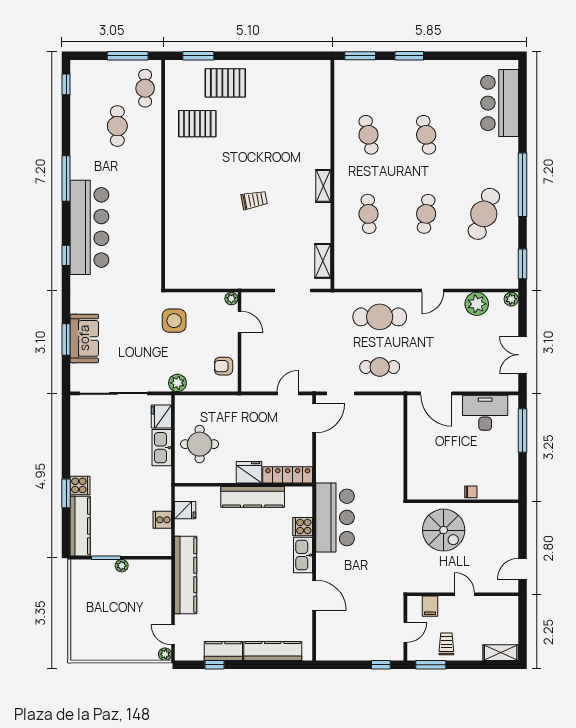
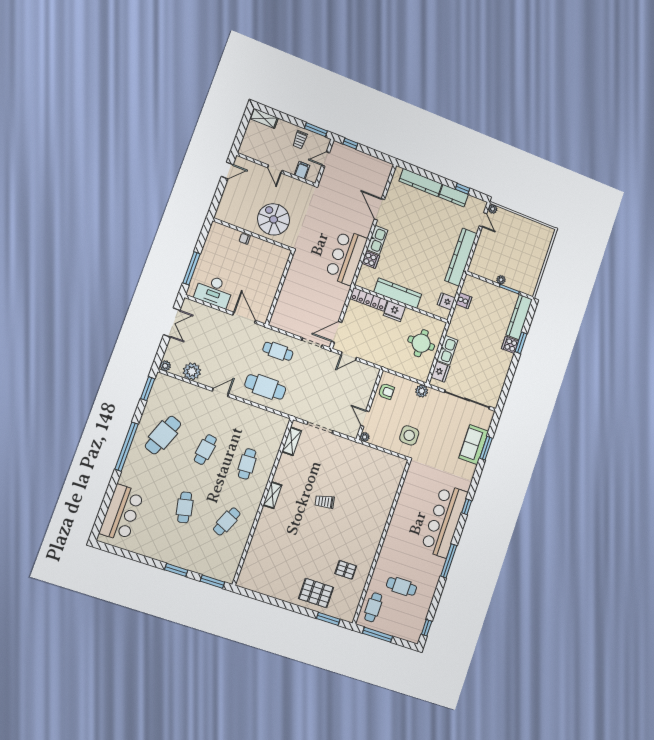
pallet: (197, 124) -> (346, 570), width x0.67, depth x0.71
cafe table: (117, 126) -> (401, 586), turned 90
cafe table: (368, 135) -> (227, 521), turned 36

